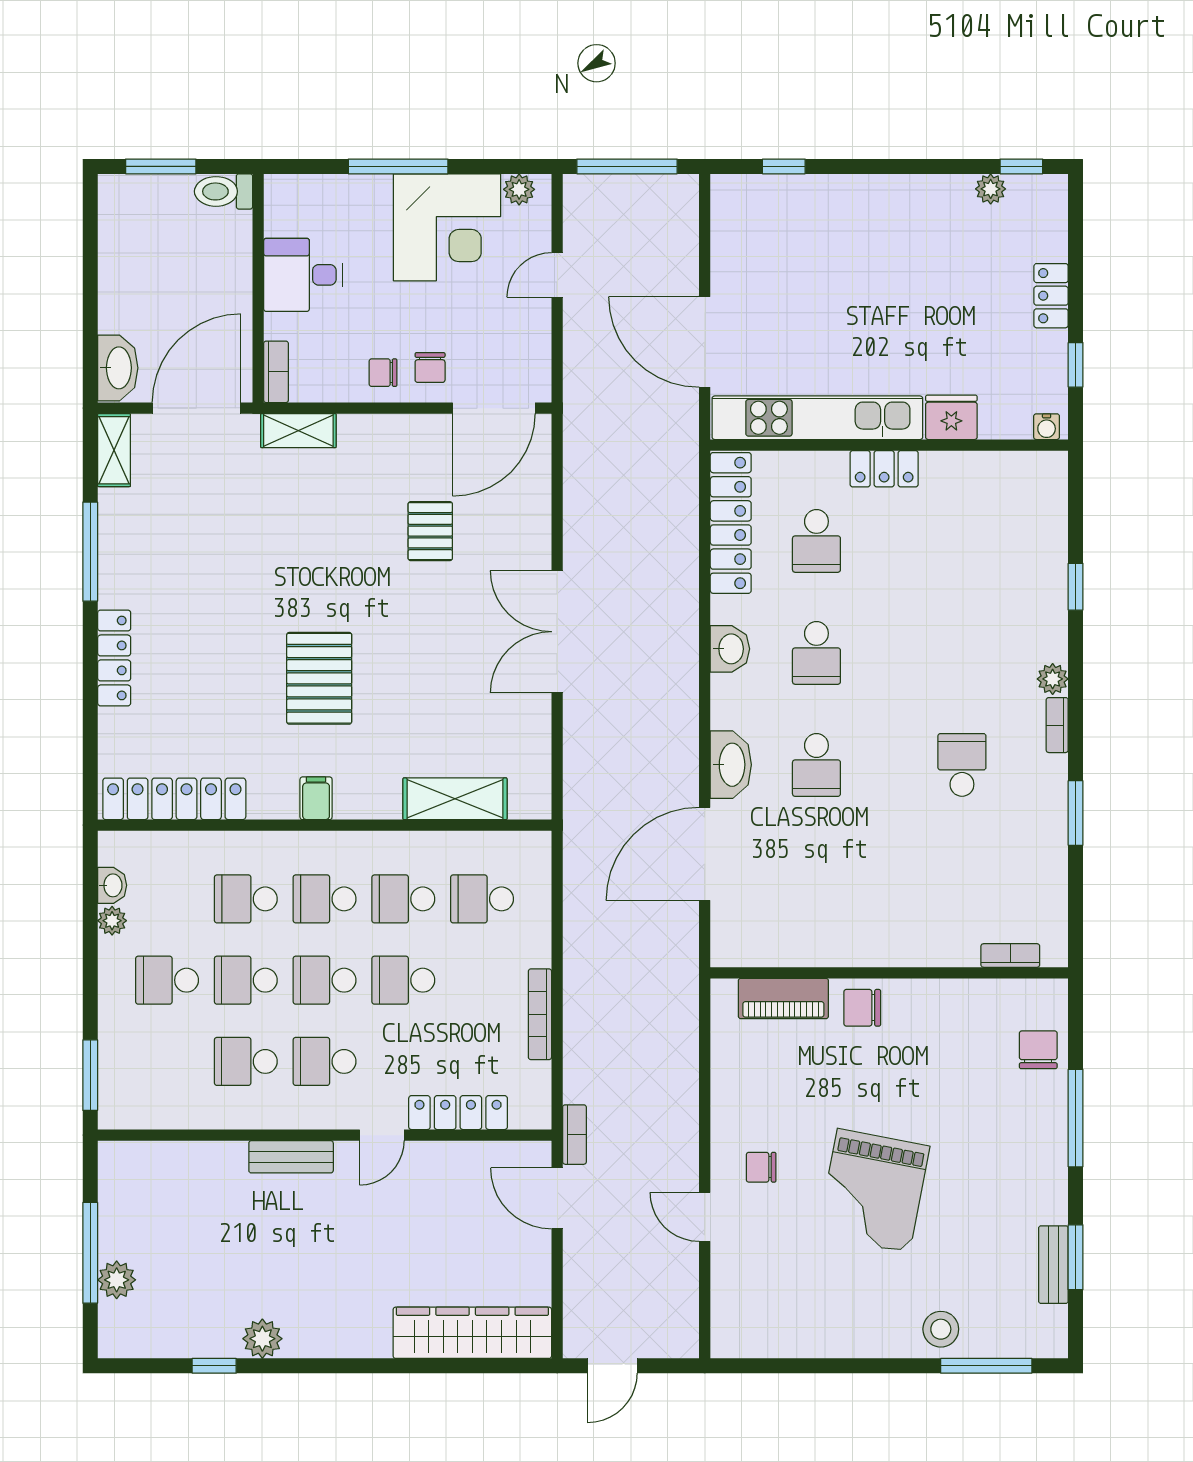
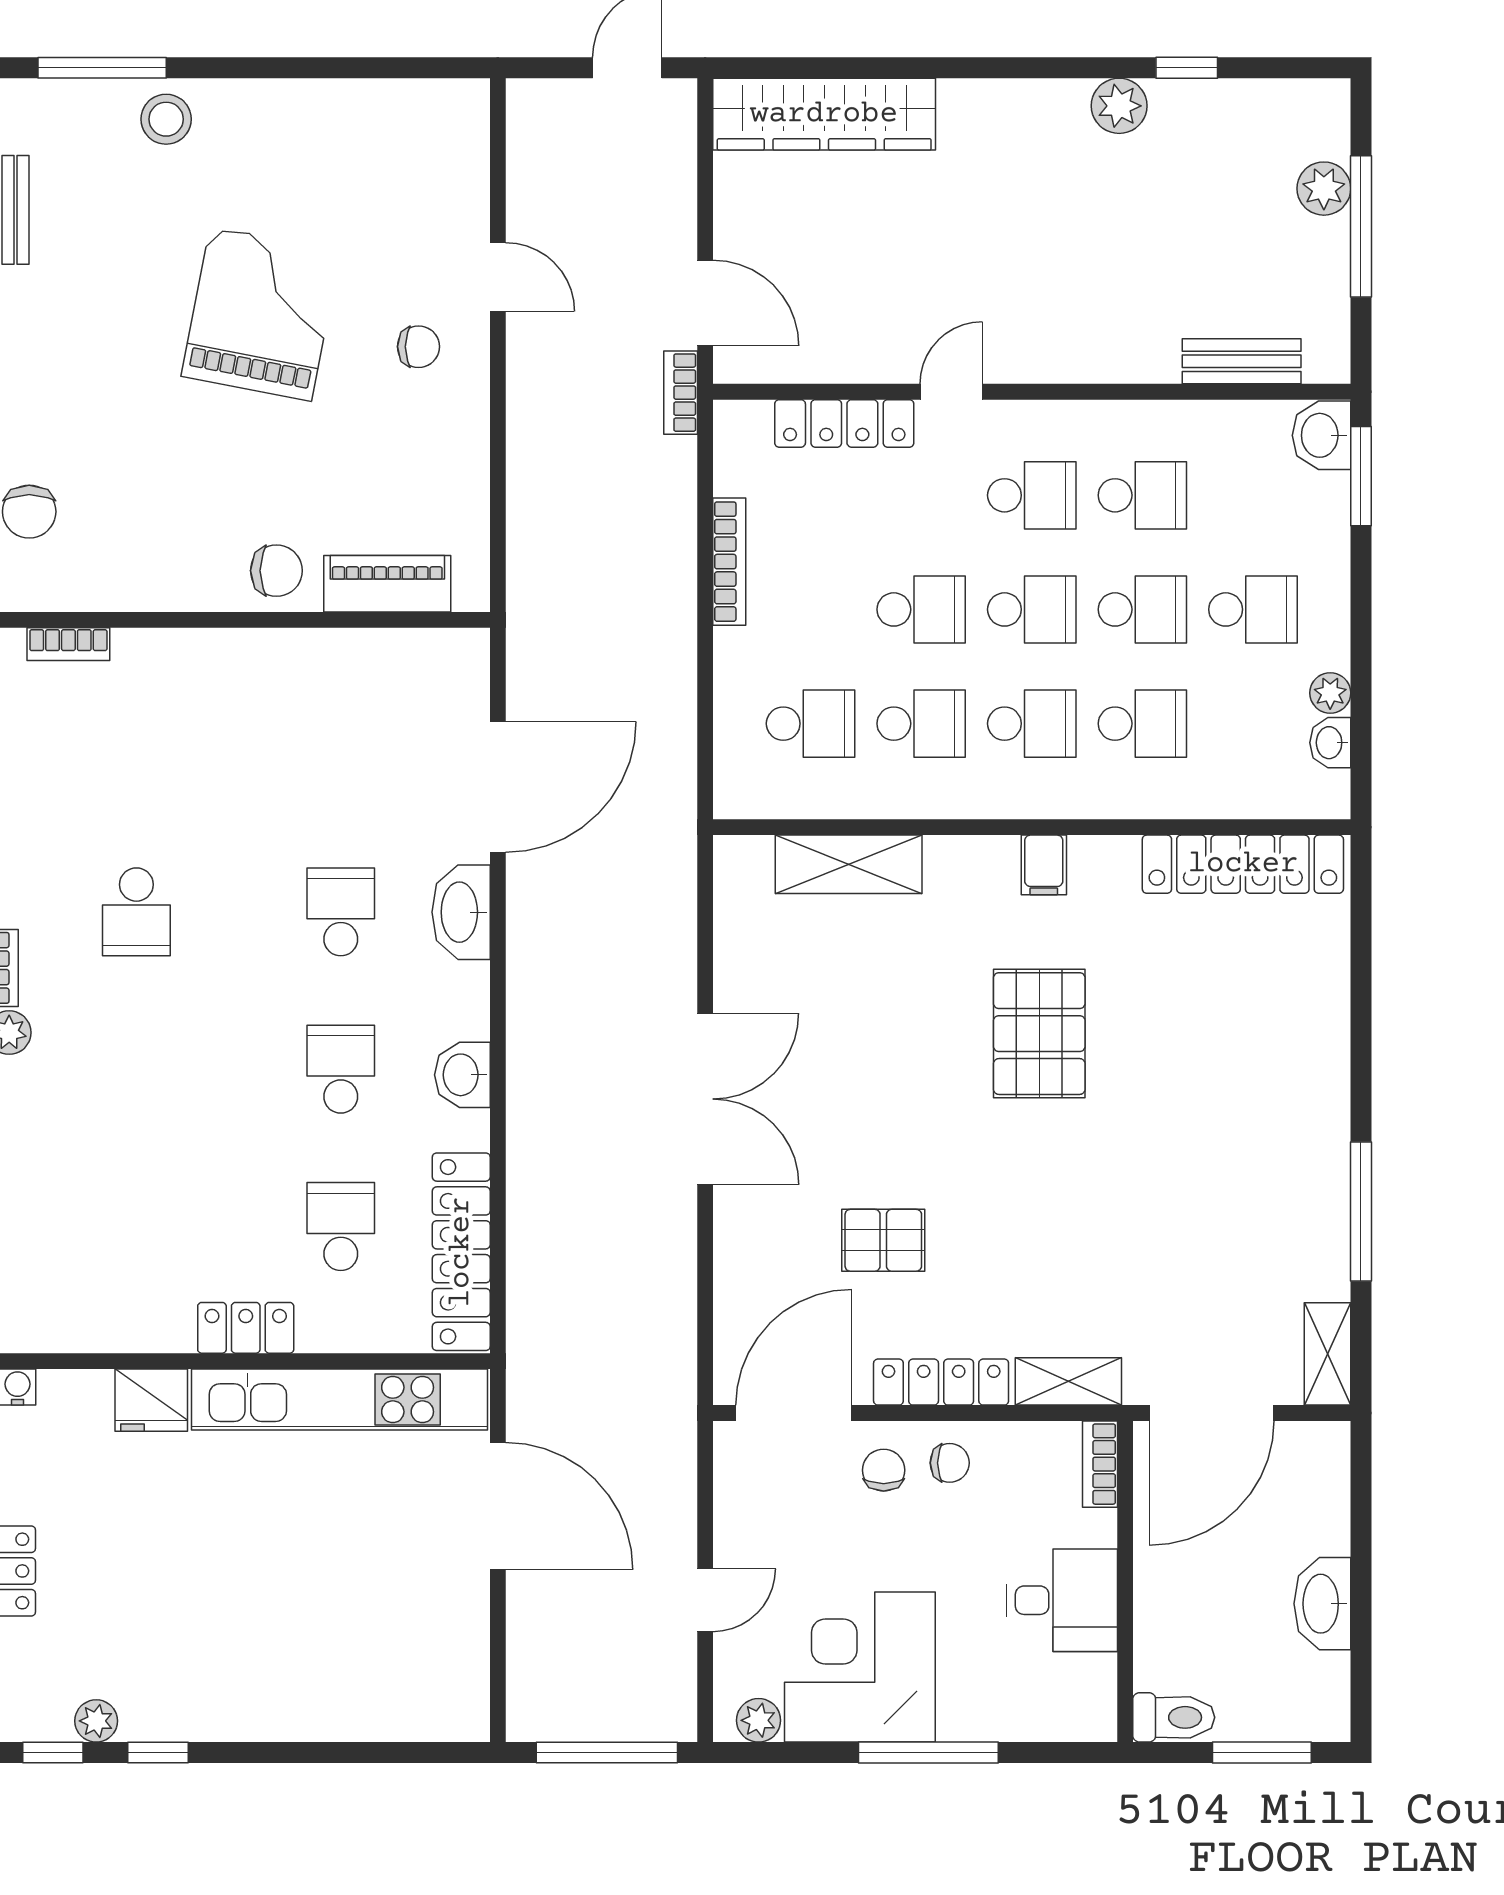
window: (784, 166) -> (158, 1753), moved
washbasin: (118, 368) -> (1322, 1604), moved
pallet: (430, 531) -> (883, 1240), turned 90
locker: (114, 658) -> (941, 1382), moved, turned 90
washbasin: (118, 1104) -> (1321, 435), added
bench: (291, 1157) -> (1242, 361), moved

